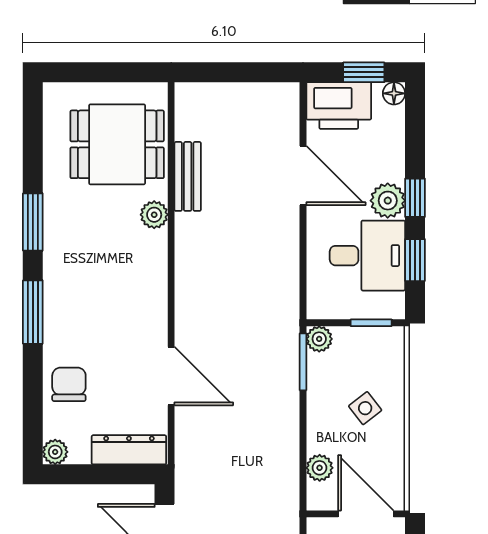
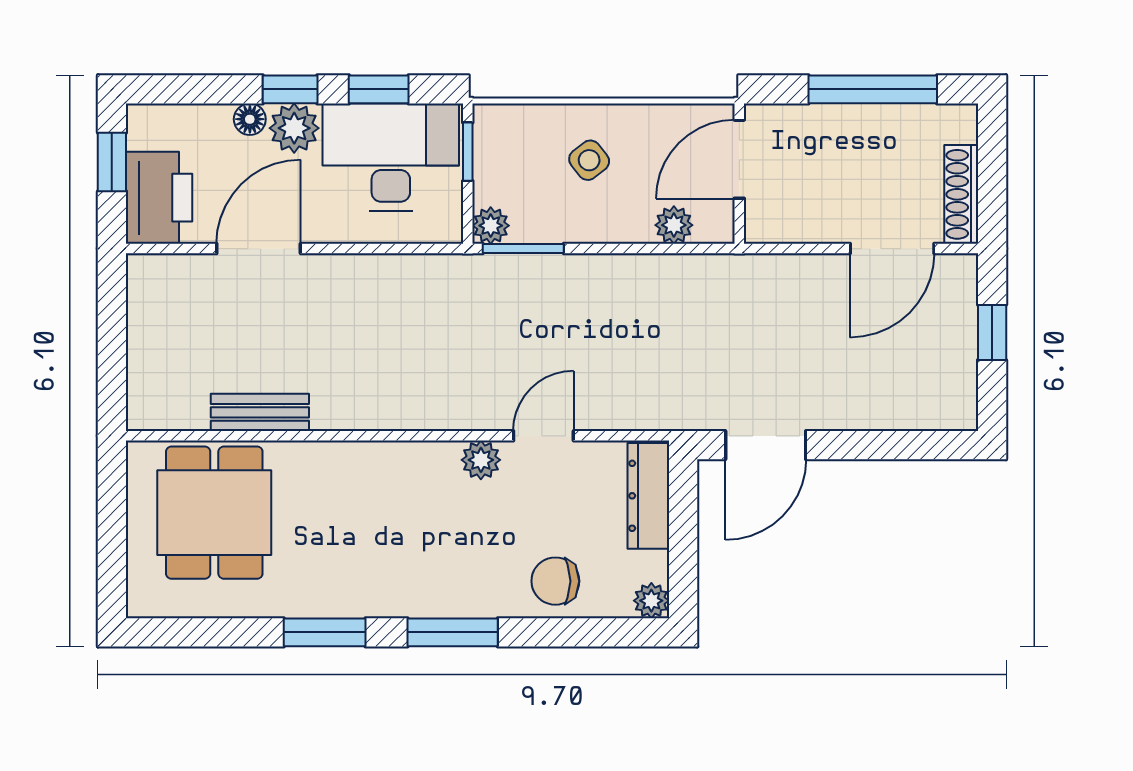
floor lamp: (394, 93) -> (250, 119), moved
plant: (154, 215) -> (481, 460), moved
desk: (367, 256) -> (391, 157), width x1.37
door: (171, 376) -> (543, 436), width x0.73

